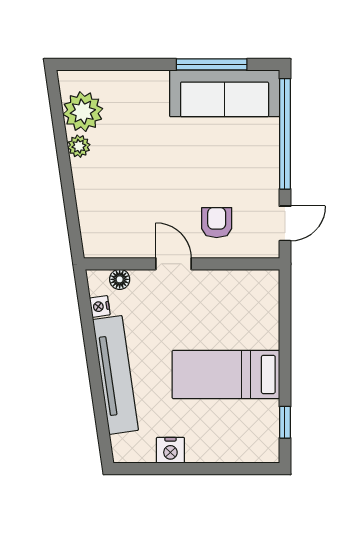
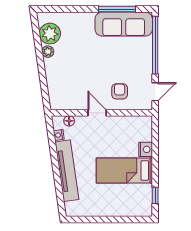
nightstand: (170, 450) -> (146, 149), moved, turned -90

